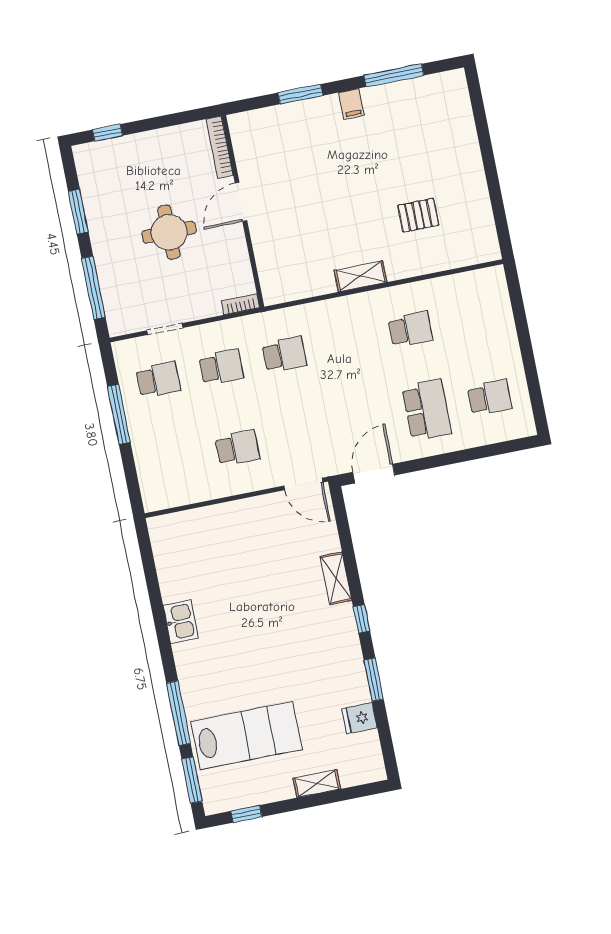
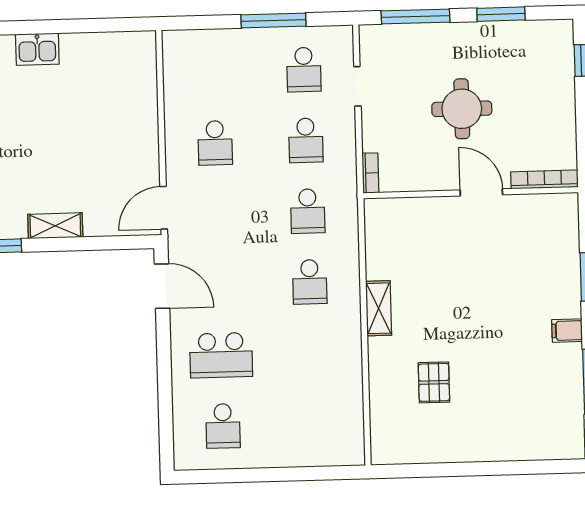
school desk: (410, 329) -> (310, 282), moved

